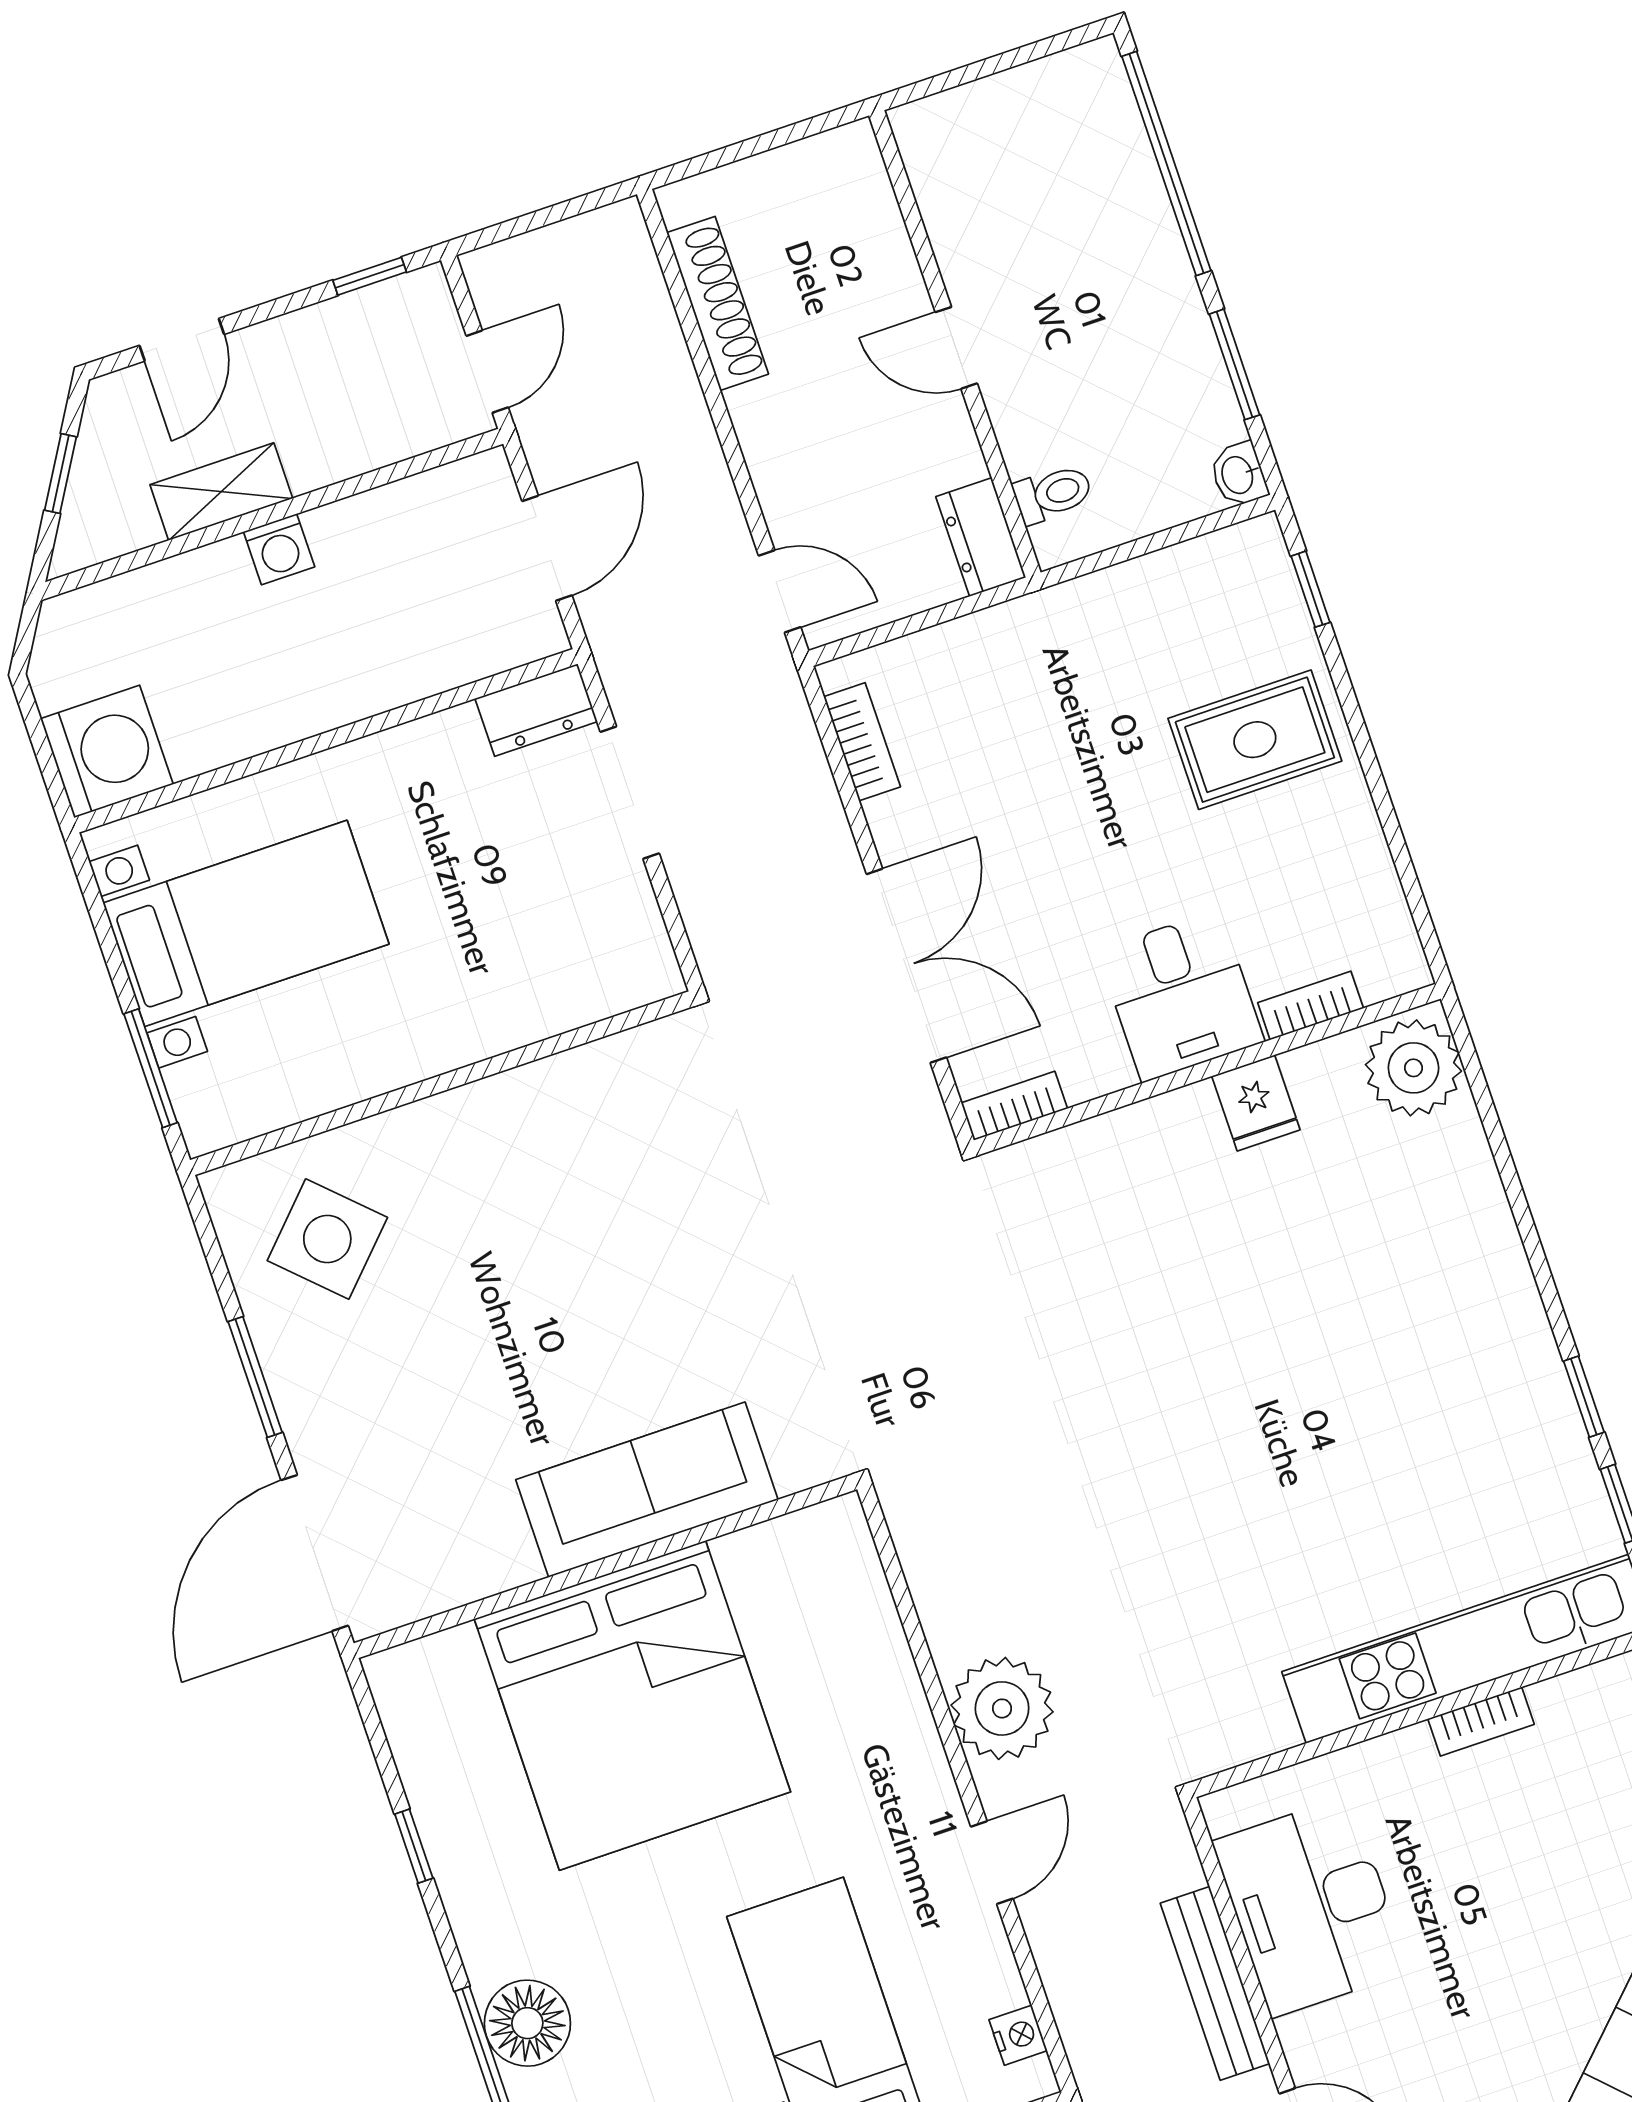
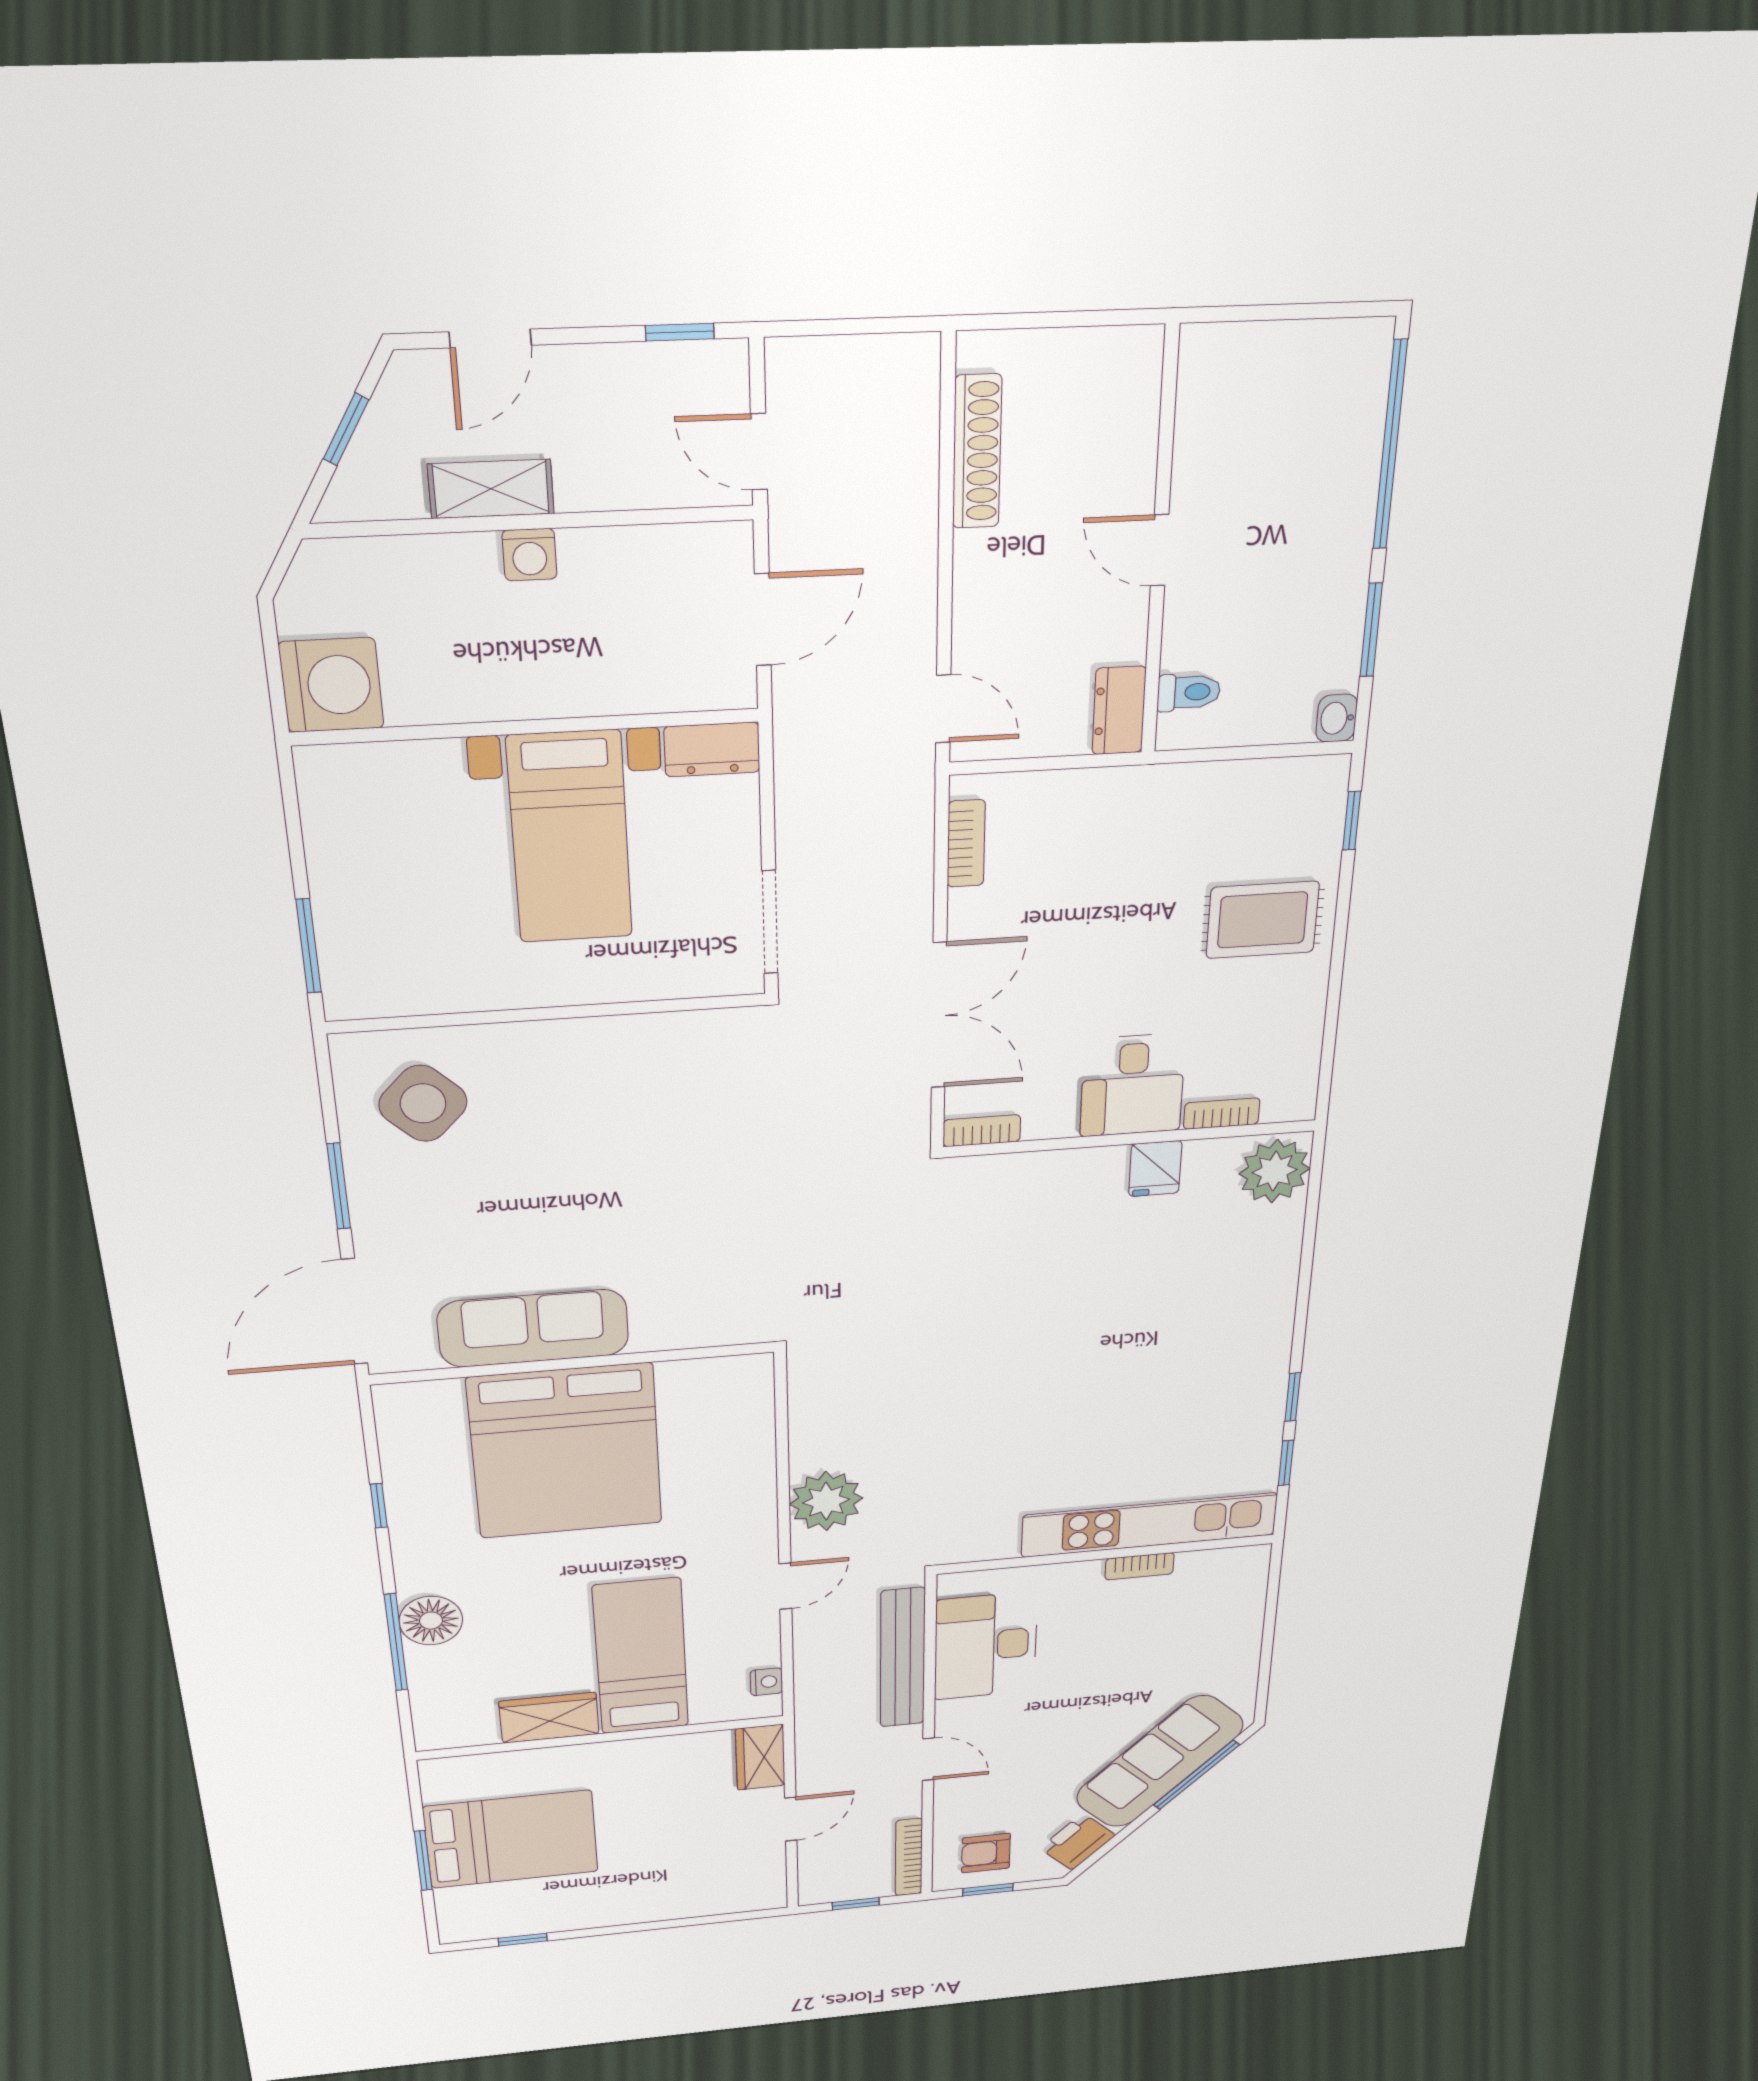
door: (487, 372) -> (759, 452), swing flipped
doorway: (630, 793) -> (770, 922), moved
bed with nightstands: (246, 923) -> (570, 838), moved, turned 90
sofa: (647, 1490) -> (533, 1328), moved
bench: (1215, 1983) -> (903, 1658), width x1.37, depth x1.21

